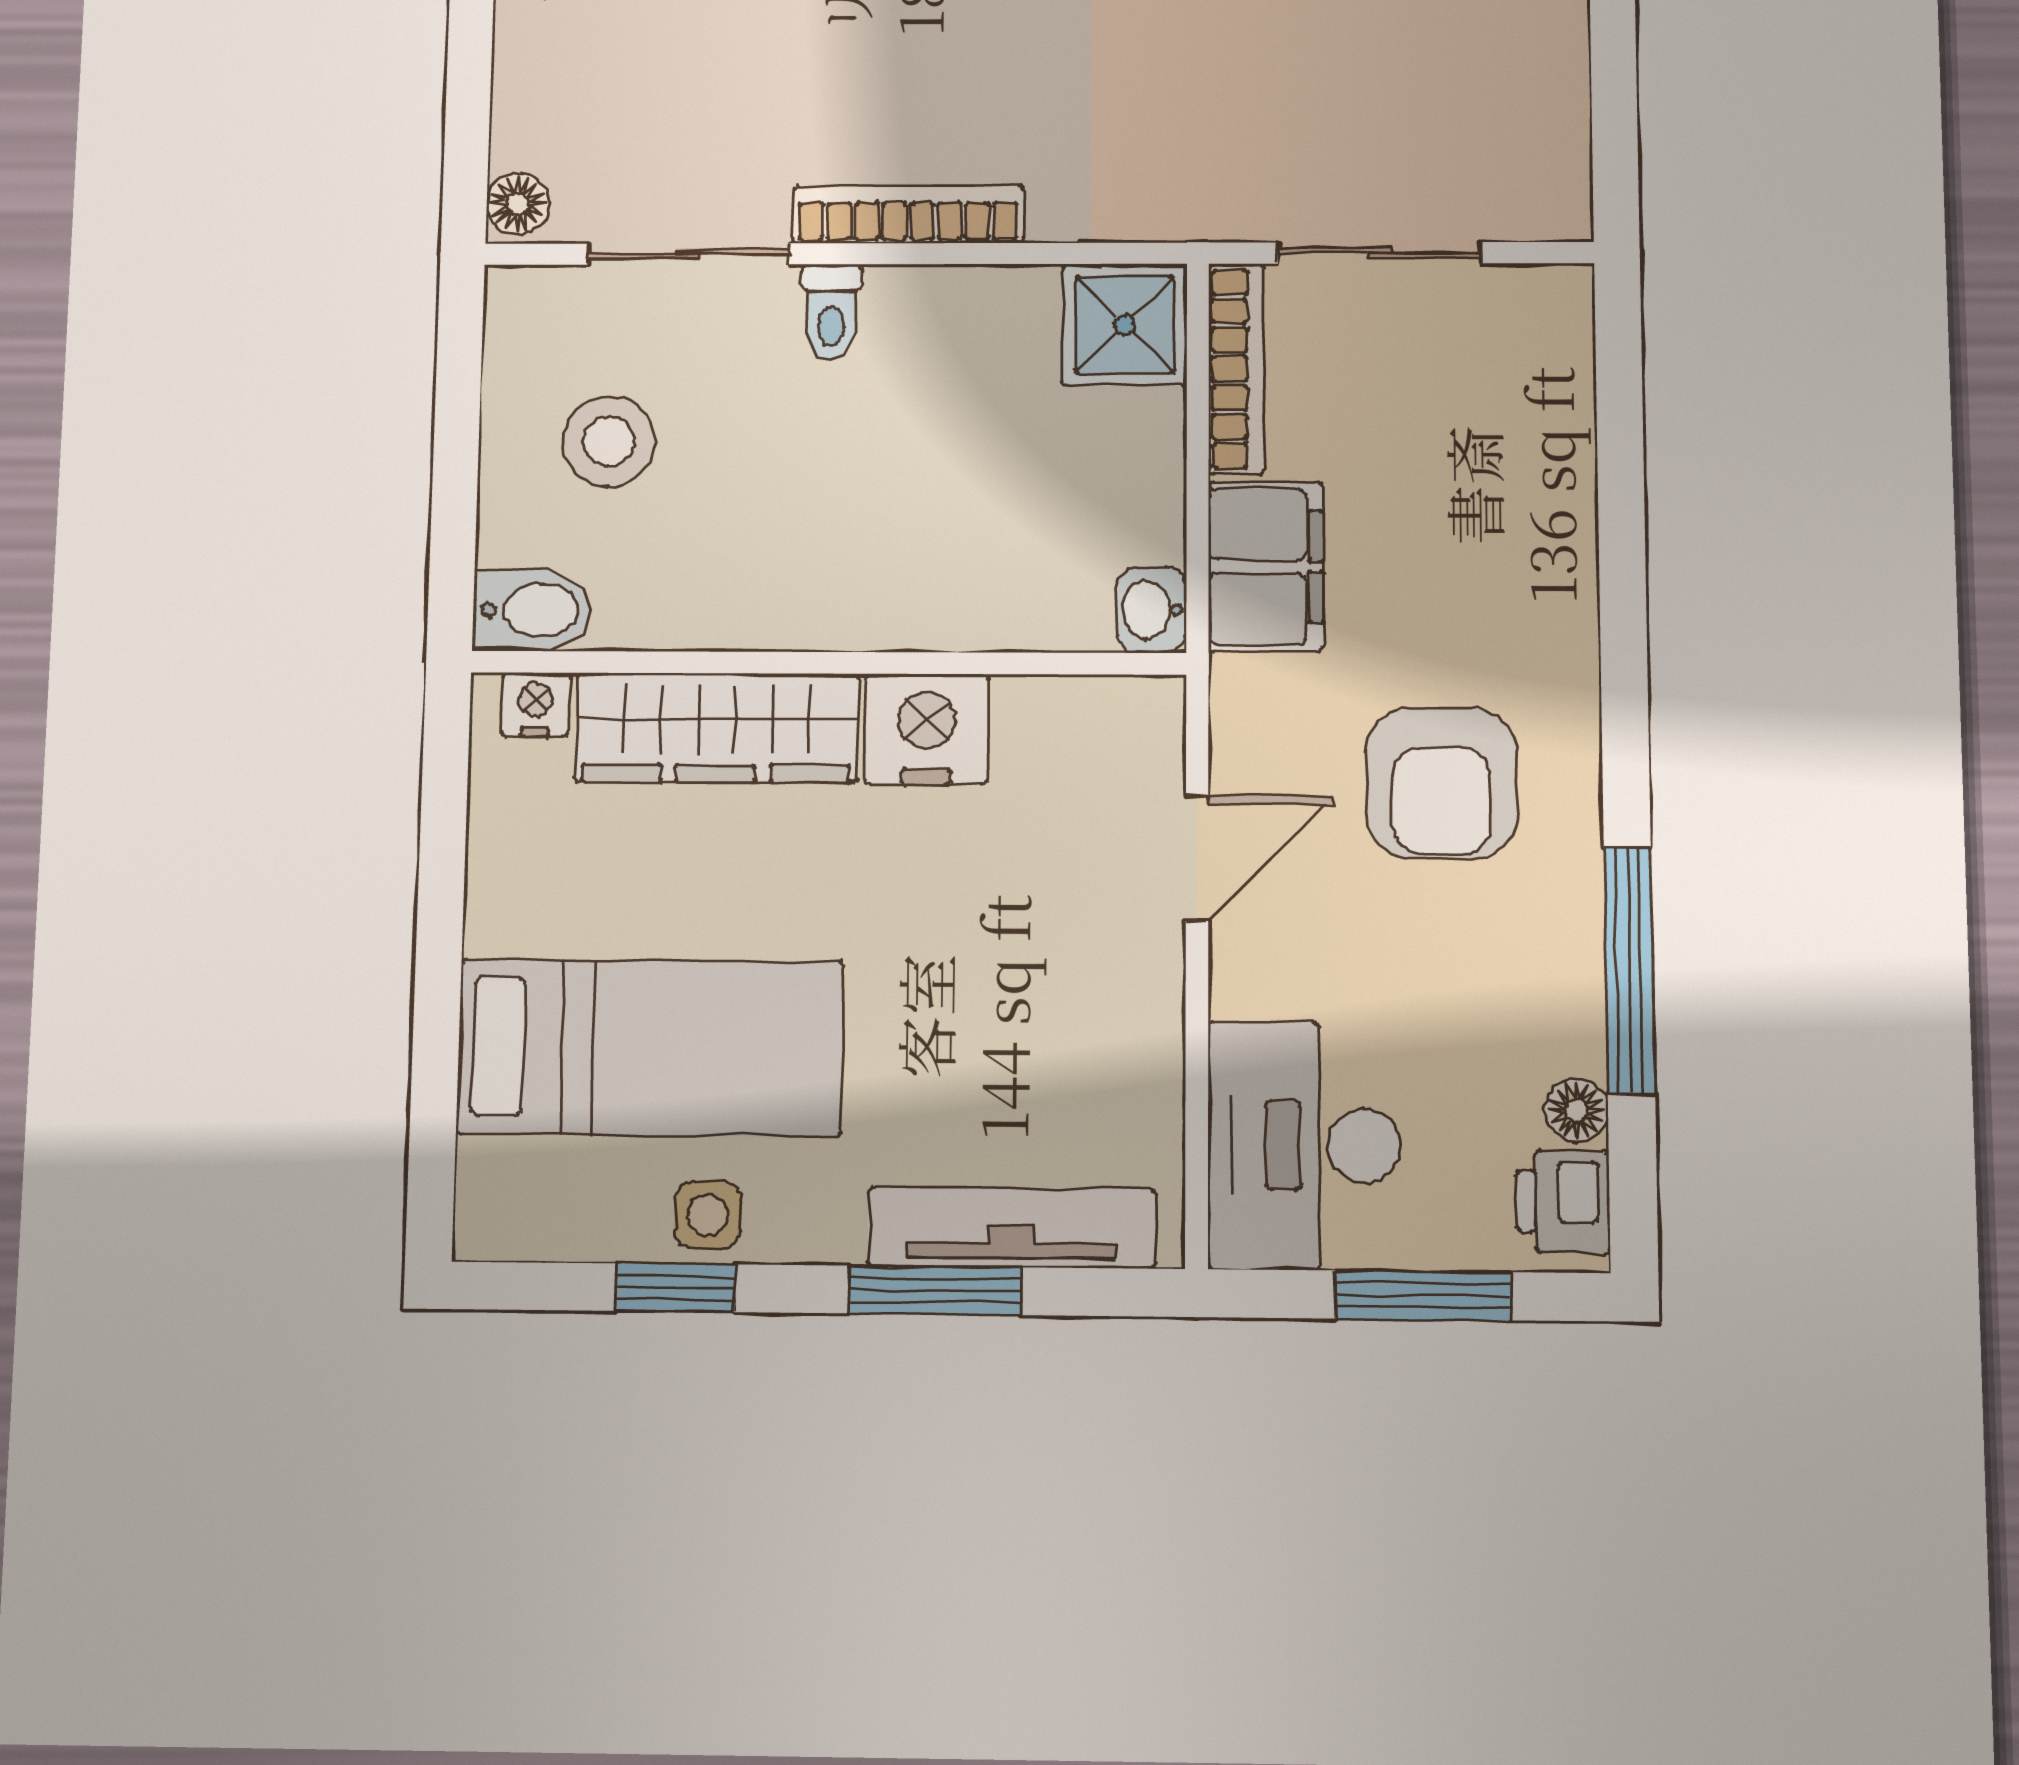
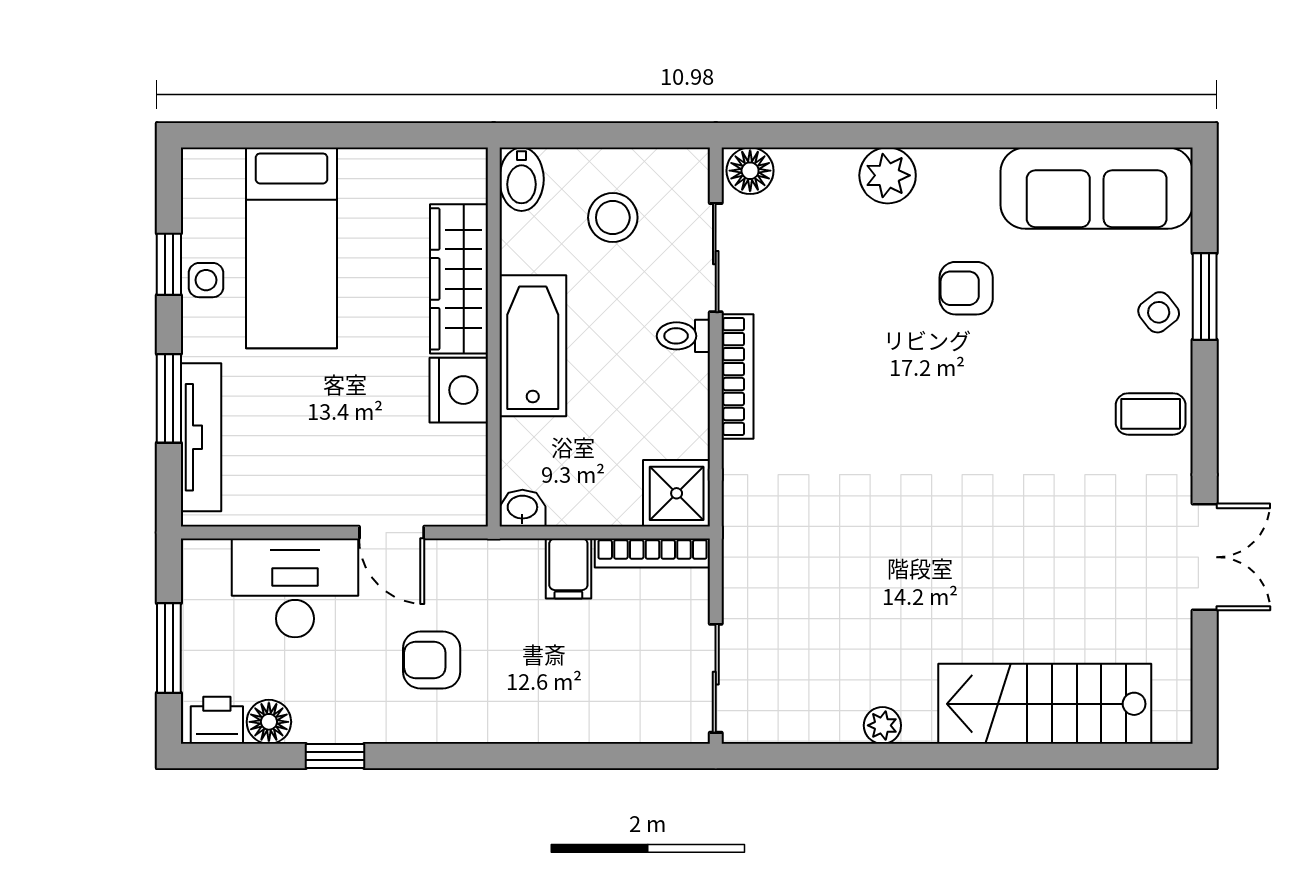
floor lamp: (518, 204) -> (750, 171), width x1.37, depth x1.37
sliding door: (1379, 253) -> (716, 678), moved
filing cabinet: (1266, 567) -> (568, 569), width x0.50
bathtub: (845, 590) -> (533, 346), added
nightstand: (535, 705) -> (471, 182), removed
armchair: (1441, 783) -> (432, 660), width x0.72, depth x0.72
window: (1629, 970) -> (335, 756), width x0.46
floor lamp: (1577, 1110) -> (269, 722), width x1.37, depth x1.37
desk: (1304, 1145) -> (295, 588), moved

